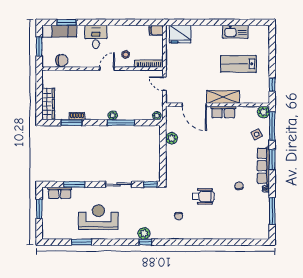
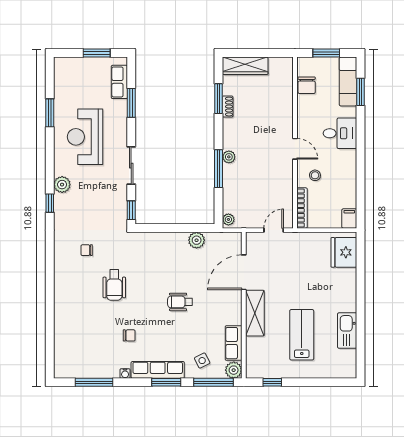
row of seats: (223, 112) -> (234, 343), moved
wheelchair: (215, 150) -> (180, 302), added
reception desk: (98, 217) -> (85, 137), turned 180
plant: (144, 233) -> (62, 185), moved

